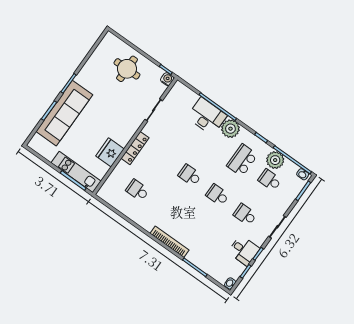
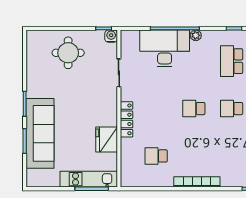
desk: (207, 116) -> (165, 48), width x1.36, depth x1.30
plant: (230, 129) -> (196, 35), width x0.53, depth x0.53
bookcase: (170, 242) -> (197, 182), moved

